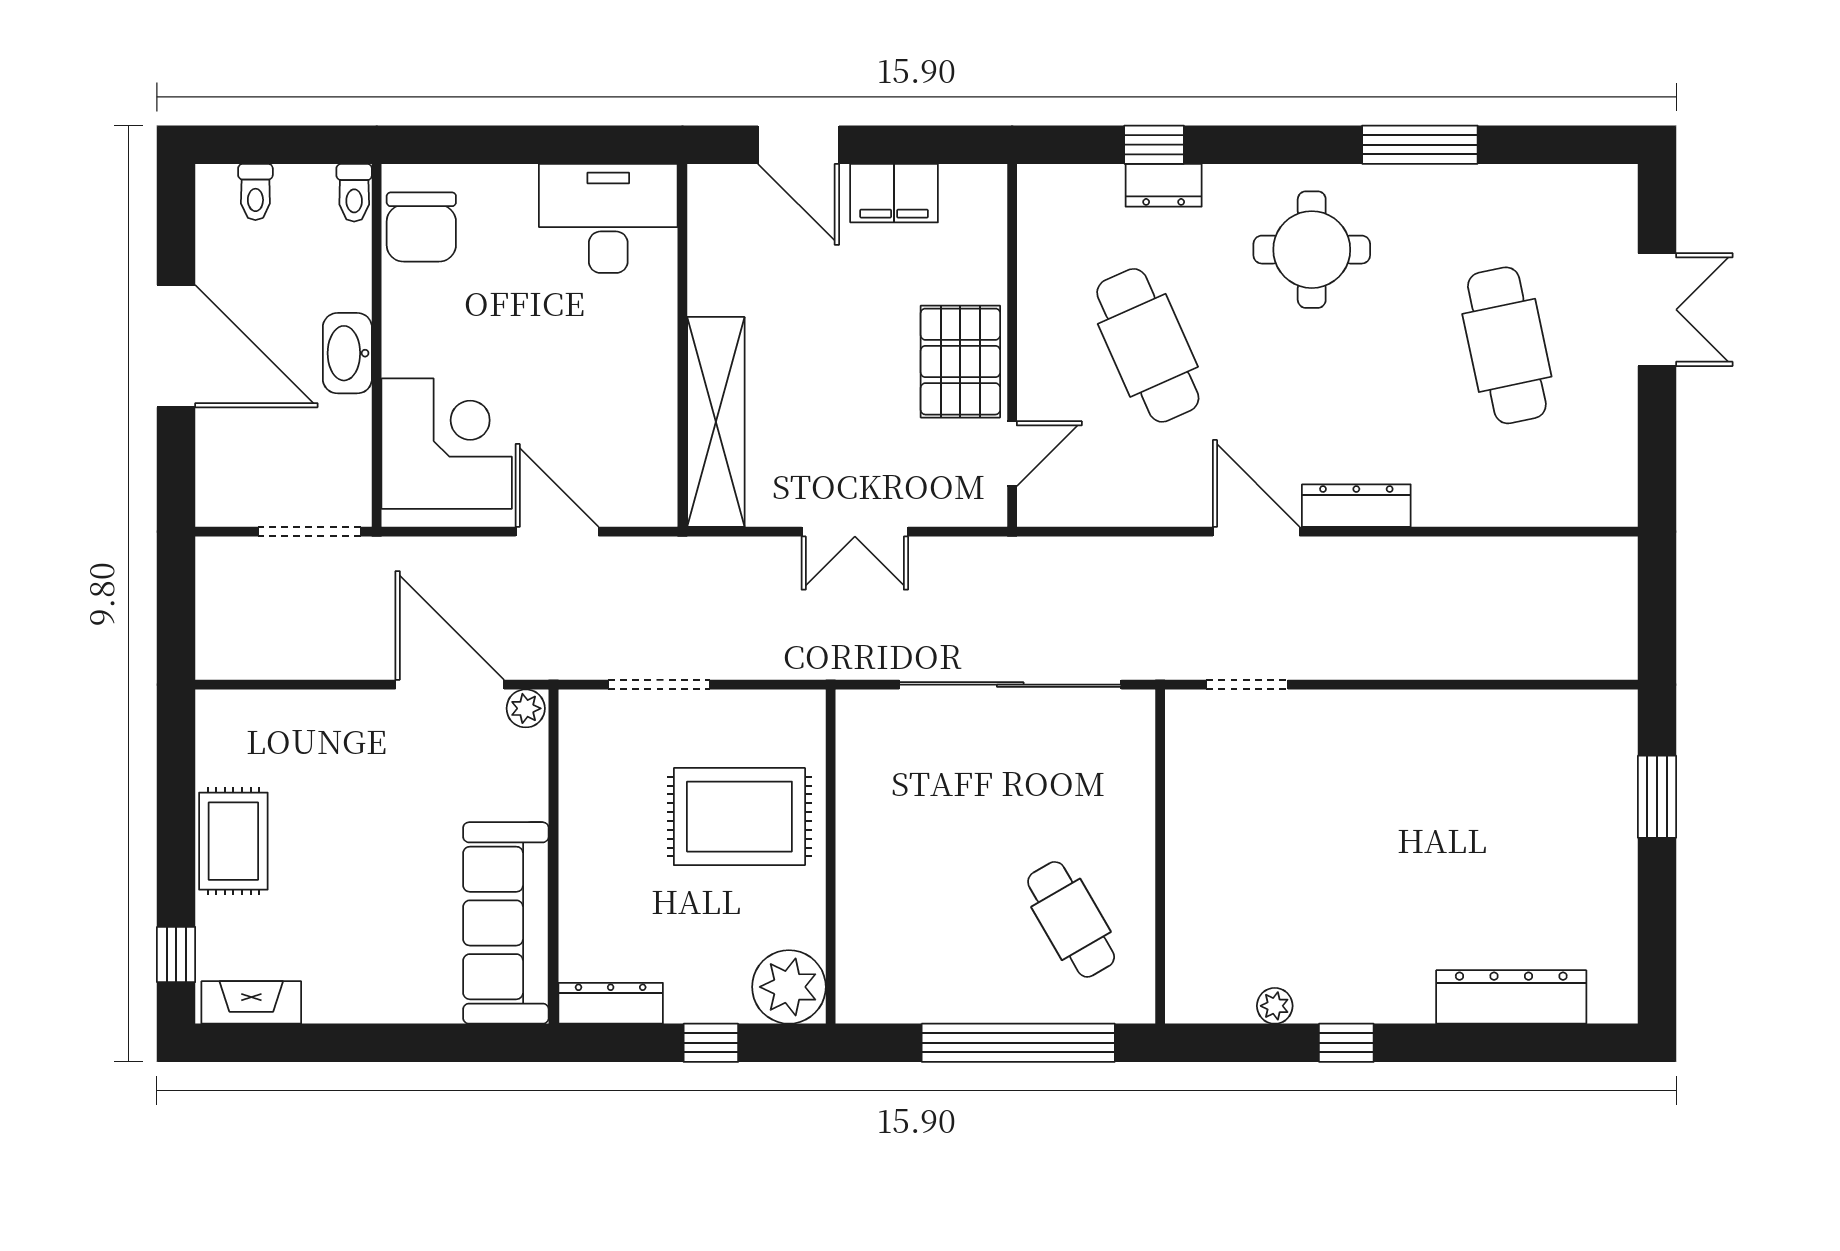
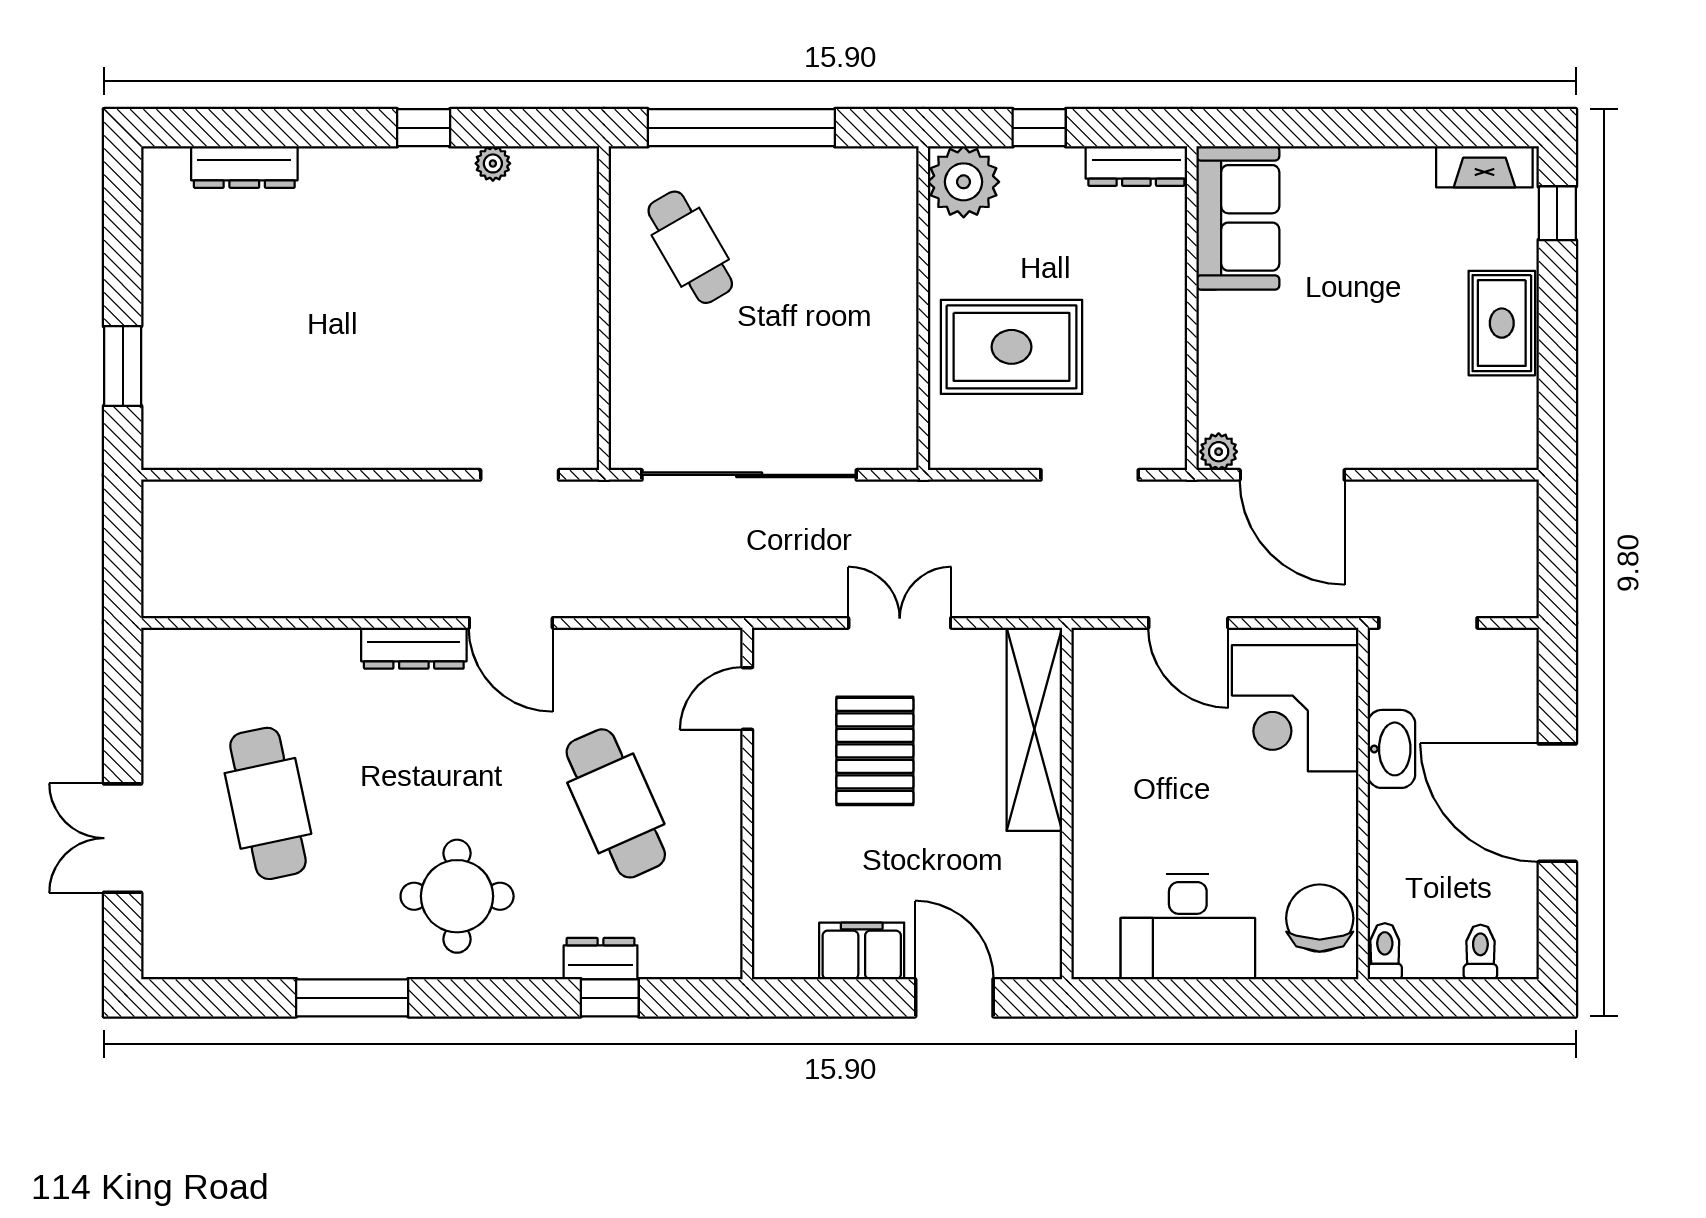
desk: (608, 218) -> (1188, 926), moved
washbasin: (347, 353) -> (1391, 749), moved
pallet: (960, 362) -> (875, 751), moved
sofa: (506, 923) -> (1238, 218), width x0.73
dresser: (1511, 997) -> (244, 167), width x0.73, depth x0.80

